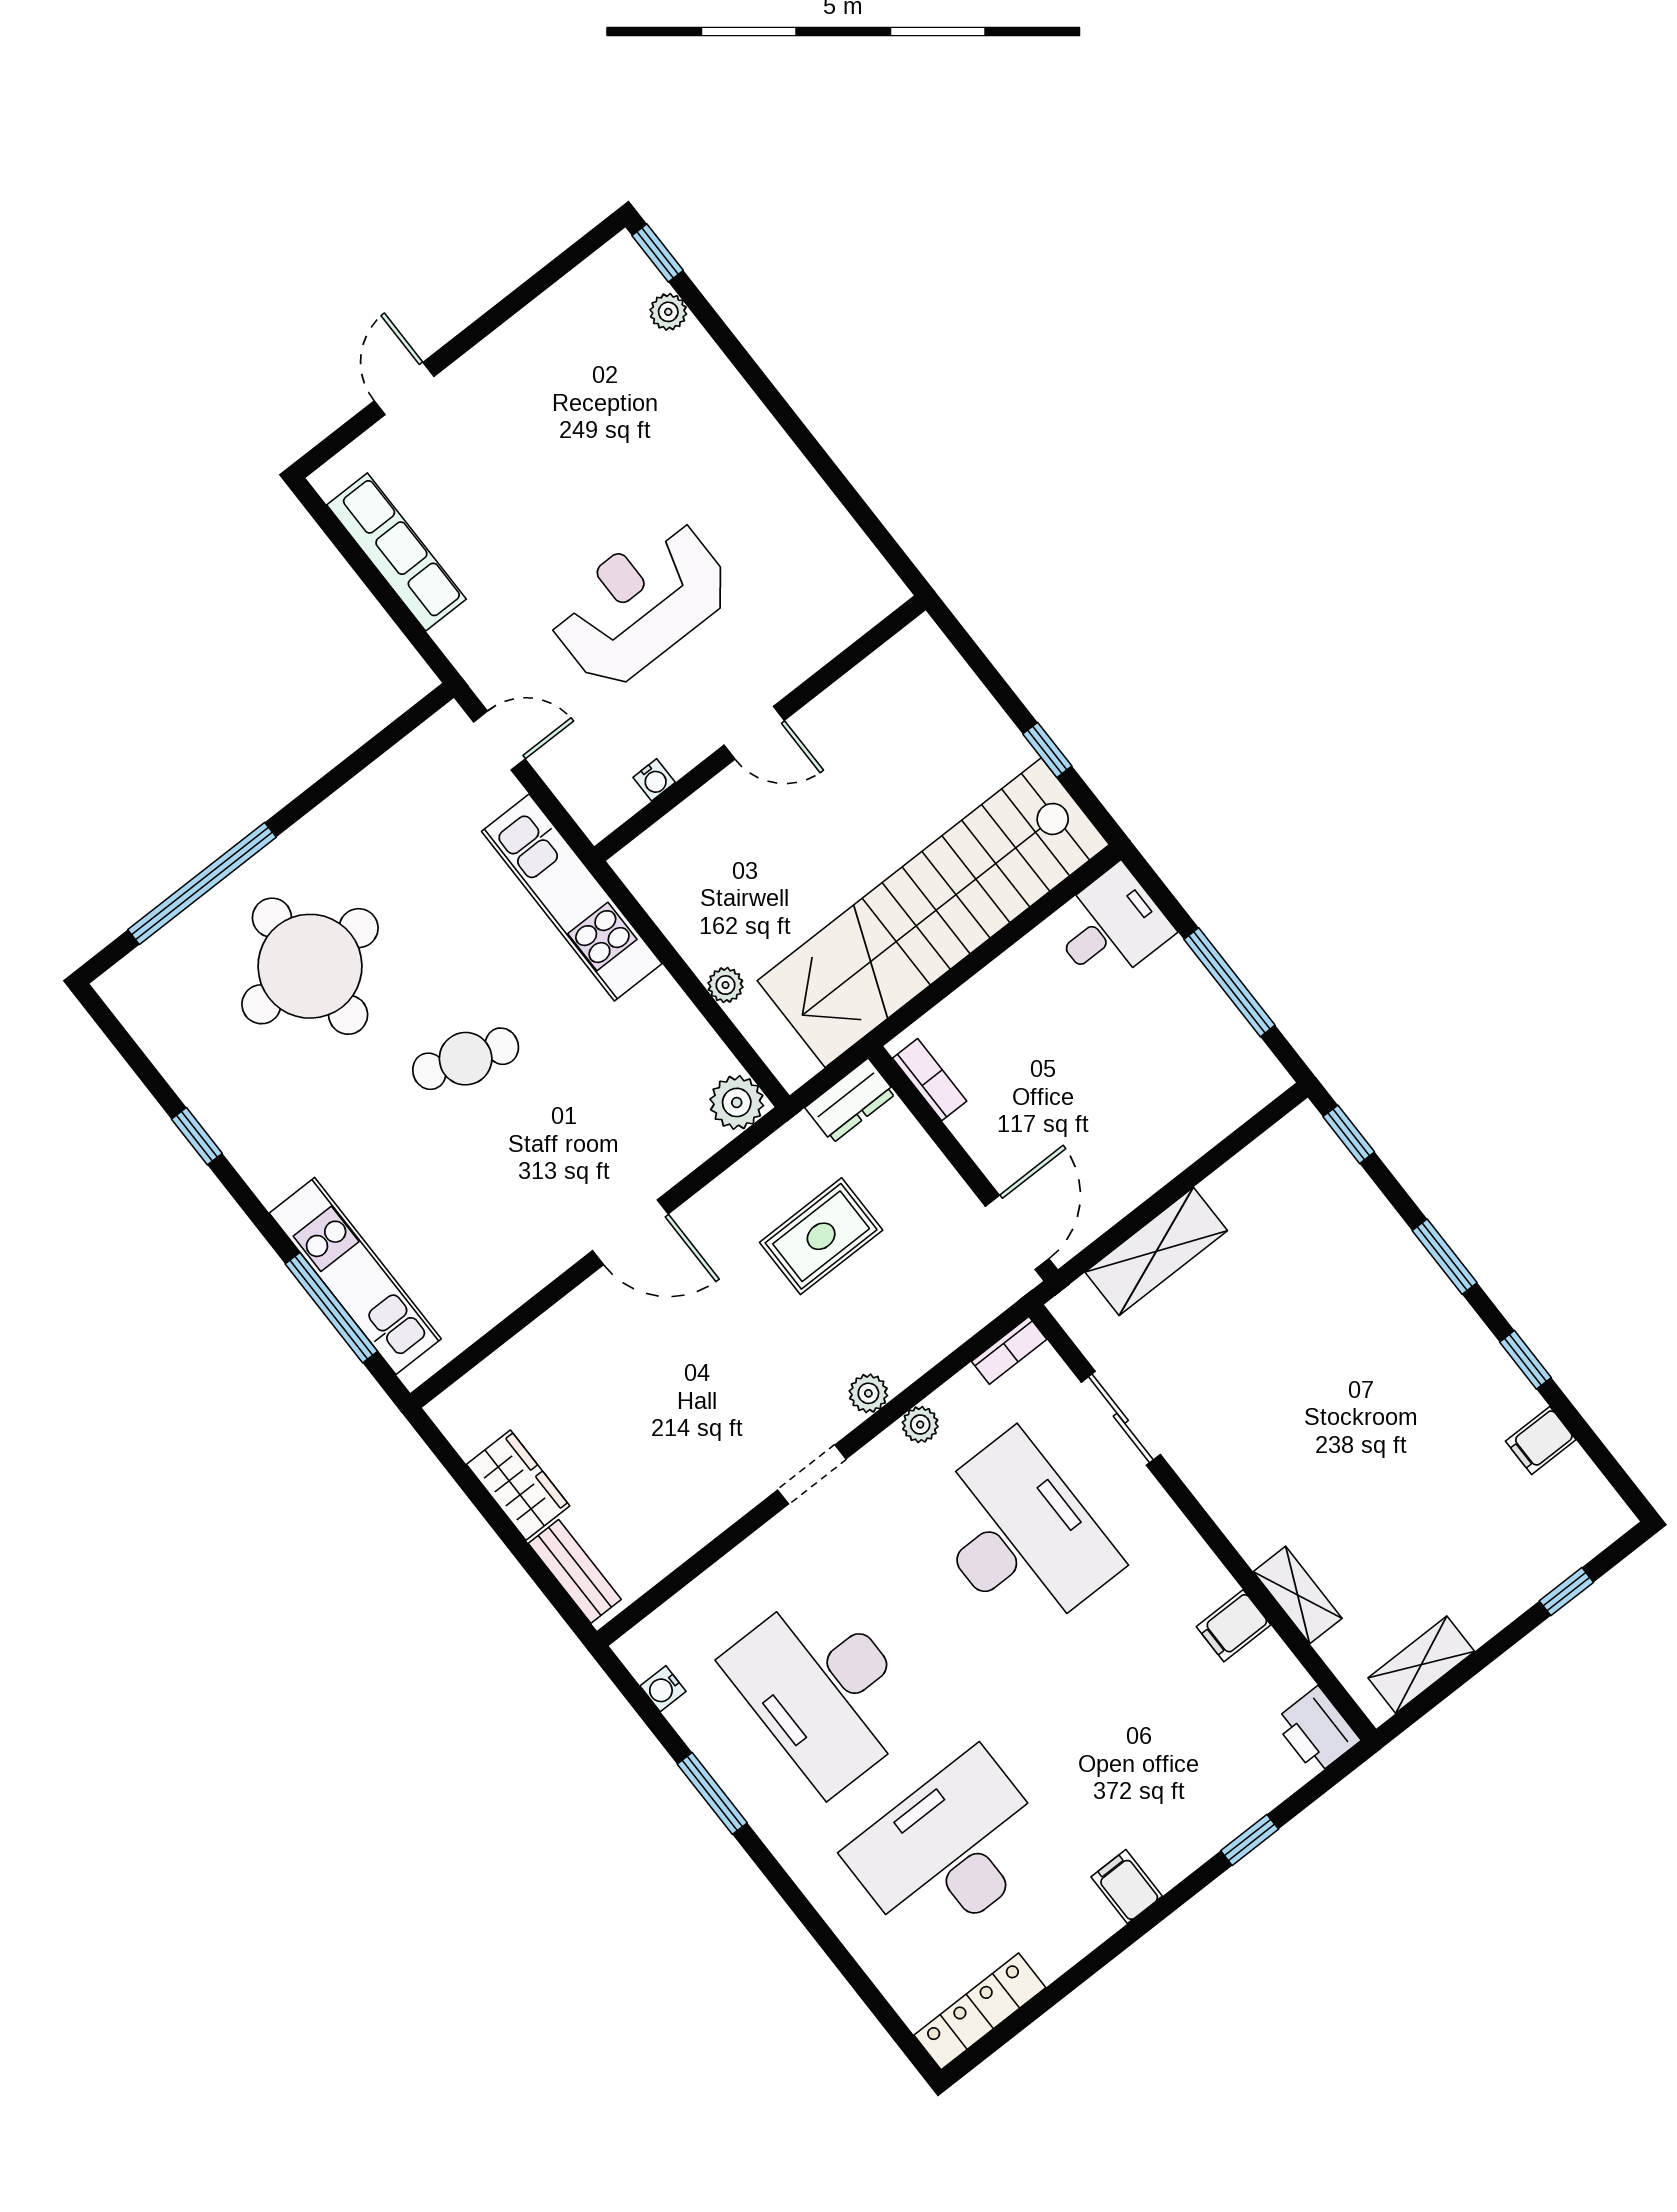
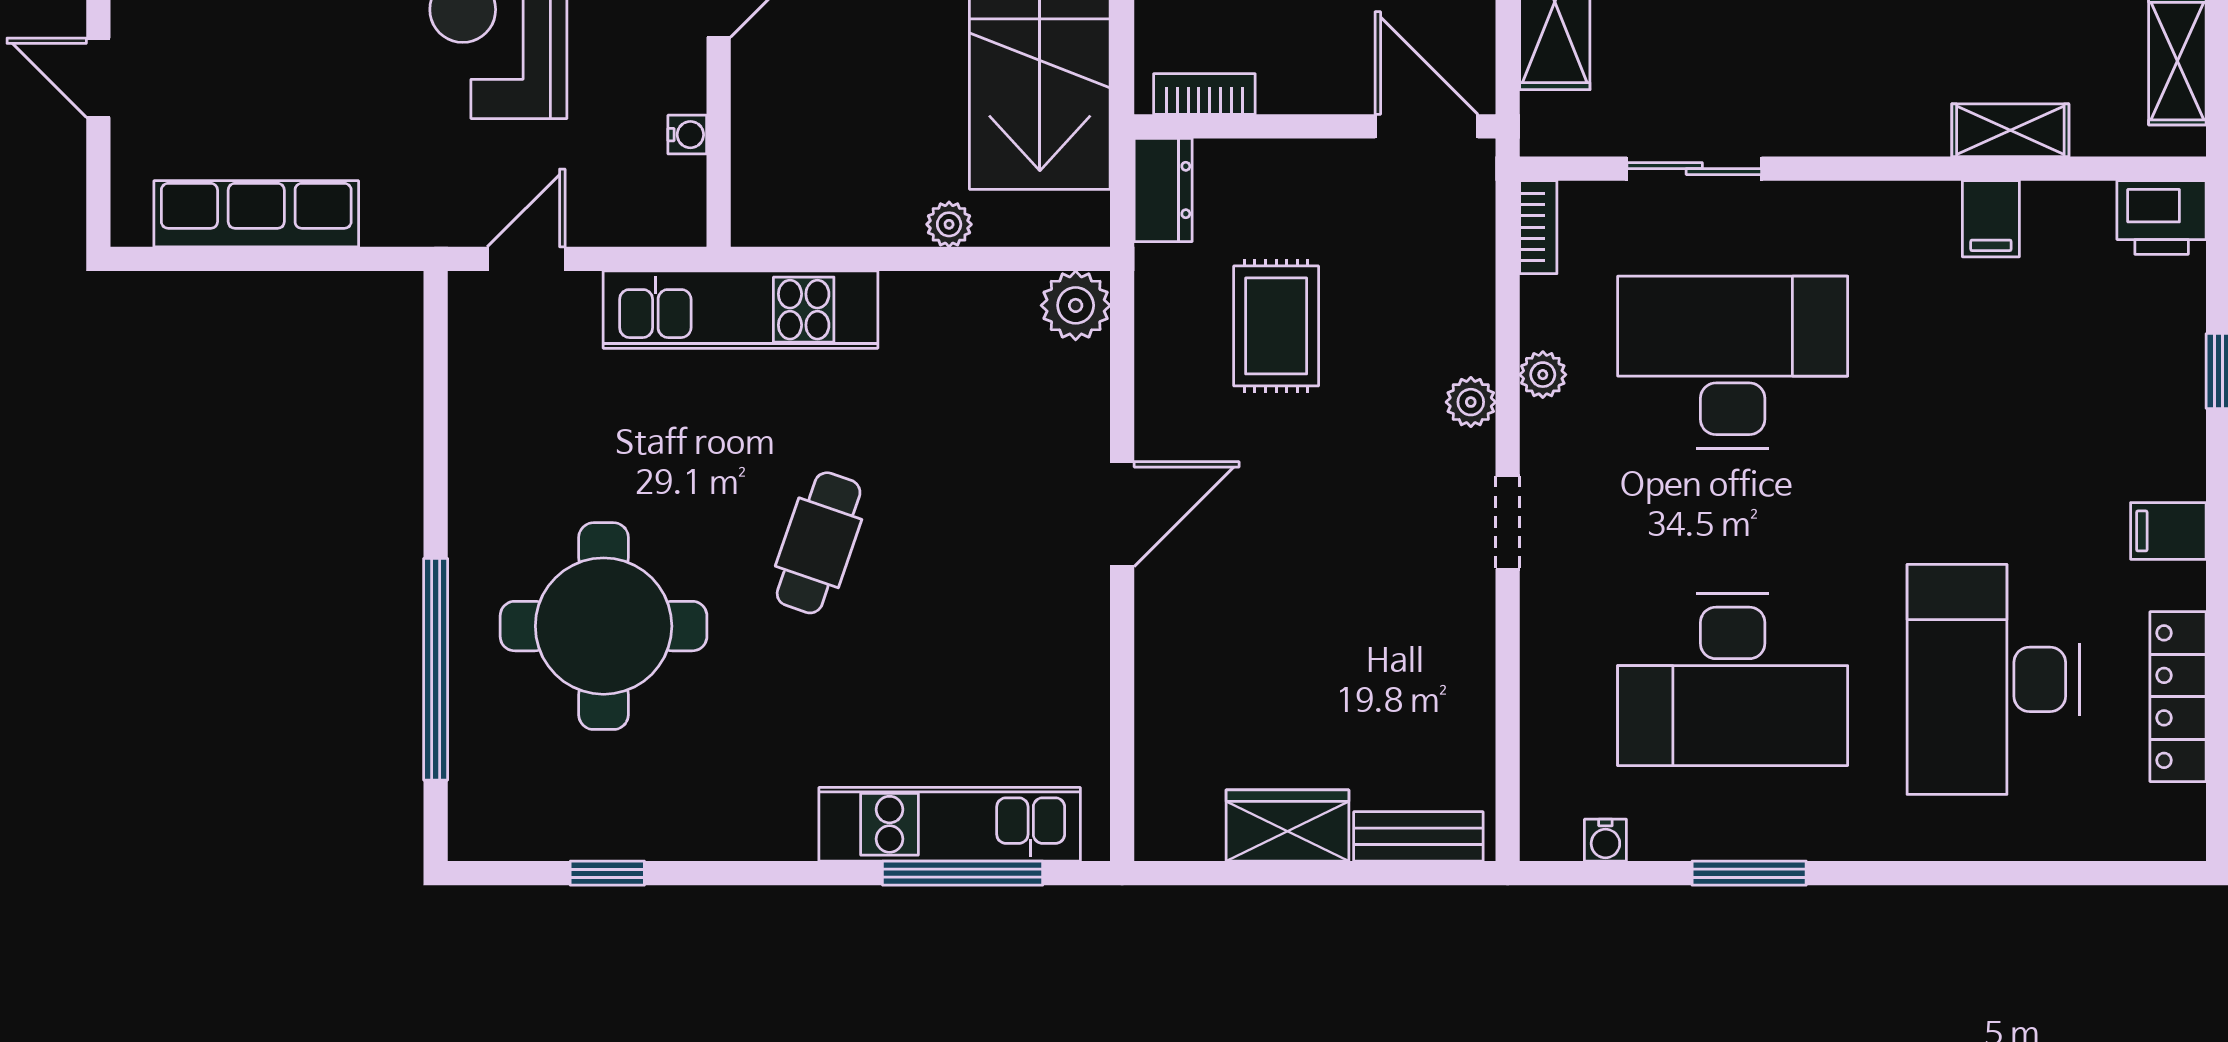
window: (197, 1136) -> (607, 873), moved
locker: (980, 2011) -> (2178, 697), moved

